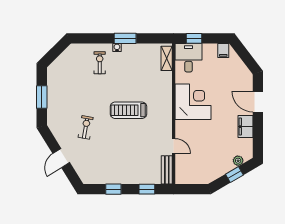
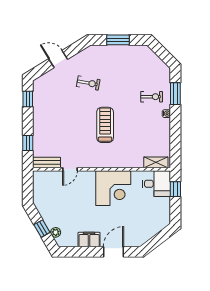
window: (125, 38) -> (175, 94), moved
filing cabinet: (223, 50) -> (164, 218), removed
window: (113, 189) -> (28, 99), moved

